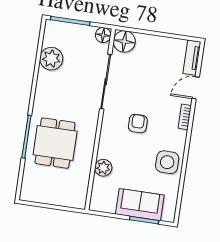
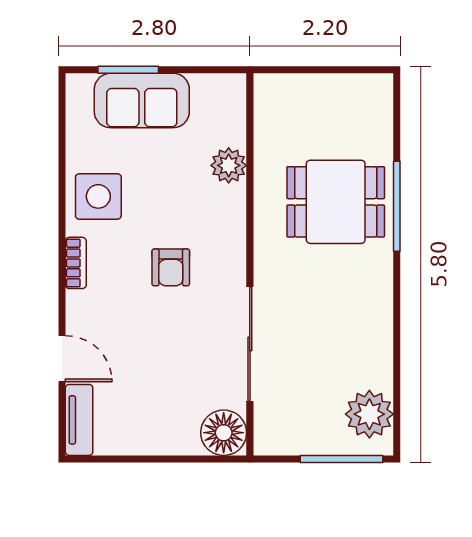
floor lamp: (103, 35) -> (269, 439), removed
plant: (51, 59) -> (369, 414), moved
door: (196, 88) -> (62, 359), hinge flipped
bookcase: (185, 117) -> (76, 263), moved
dining table: (55, 143) -> (336, 202), turned 90

